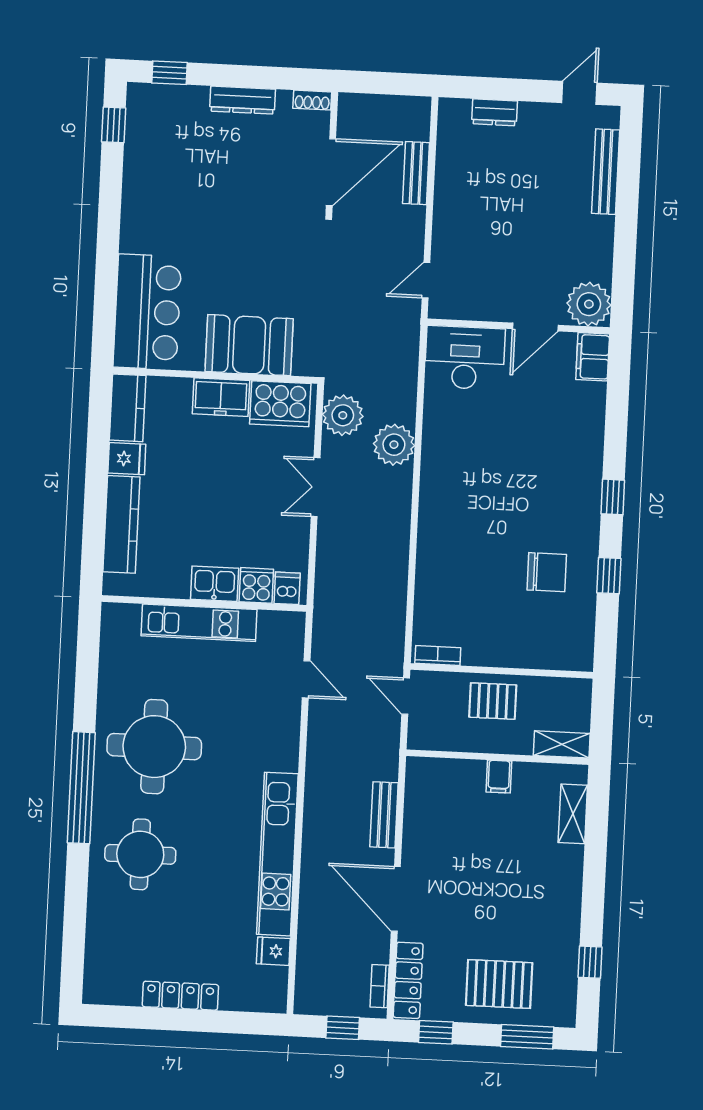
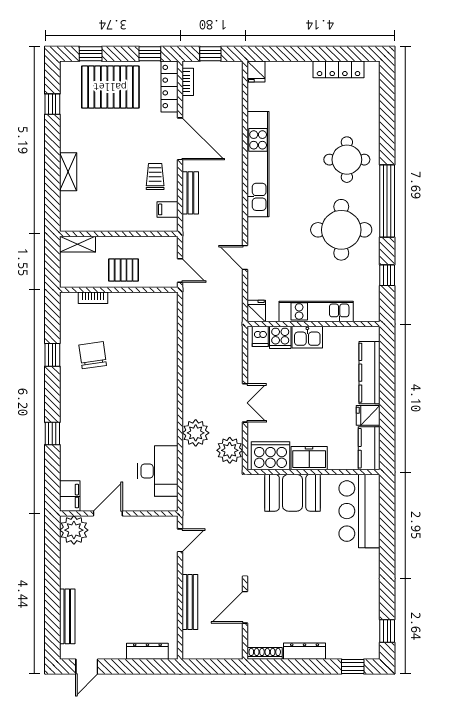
shoe rack: (312, 100) -> (265, 653), width x1.43
dresser: (494, 112) -> (147, 651), width x1.44
door: (331, 172) -> (245, 607), width x0.73
bench: (416, 173) -> (190, 602), width x1.36
desk: (465, 358) -> (158, 471), moved, turned -90
window: (613, 497) -> (52, 434), moved
chair: (547, 572) -> (93, 355), turned 82
fridge: (291, 628) -> (256, 311), added
bookcase: (438, 655) -> (93, 298), moved
window: (87, 673) -> (387, 275), added
door: (306, 679) -> (245, 258), moved
filing cabinet: (499, 777) -> (167, 209), moved, turned -90
shelving: (573, 814) -> (68, 172), moved
trolley: (437, 843) -> (155, 176), added
fridge: (273, 951) -> (256, 72), moved, turned 90
pallet: (499, 984) -> (110, 87), width x1.37, depth x1.41
locker: (180, 996) -> (339, 69), moved
window: (527, 1037) -> (91, 54), width x0.67

